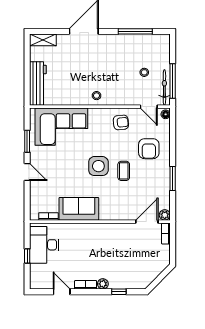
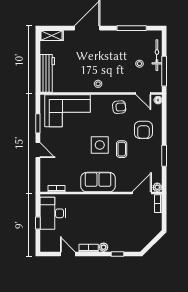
bicycle: (164, 88) -> (157, 55), moved
sofa: (79, 209) -> (98, 182), moved

